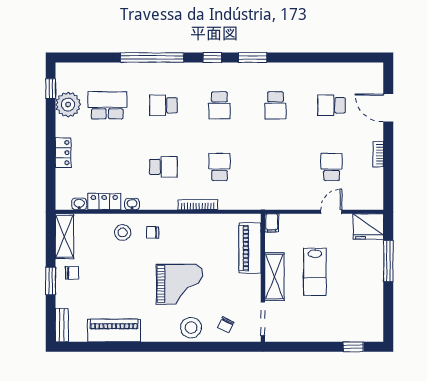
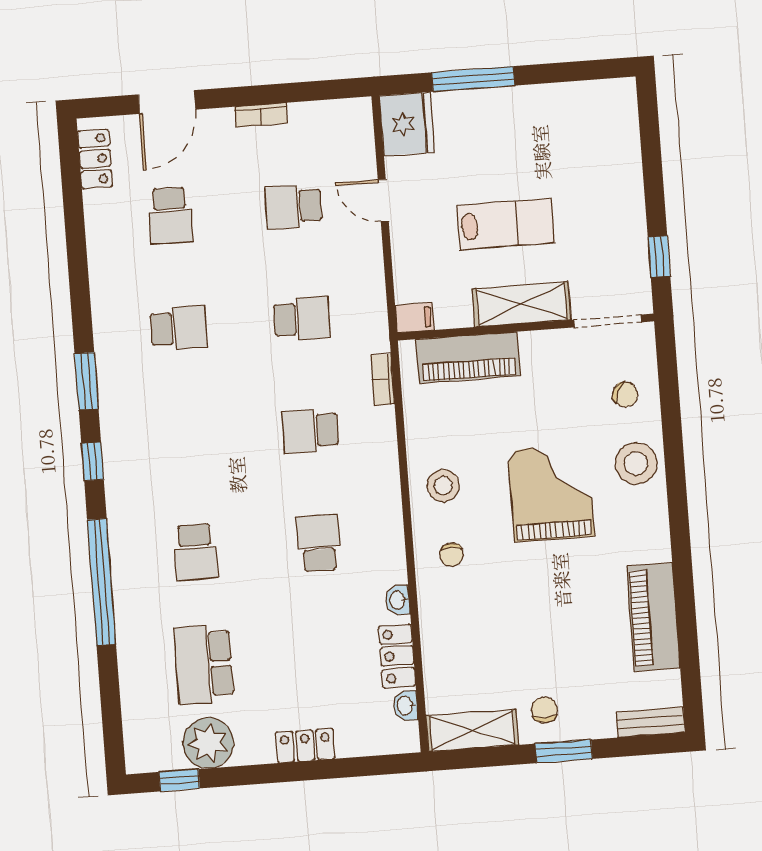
locker: (363, 70) -> (95, 159), added
school desk: (219, 105) -> (302, 319), moved
bookcase: (198, 205) -> (383, 380), moved, width x0.64
stool: (123, 232) -> (443, 486), moved
window: (353, 347) -> (659, 257), moved

